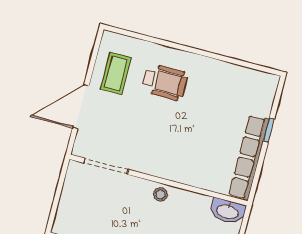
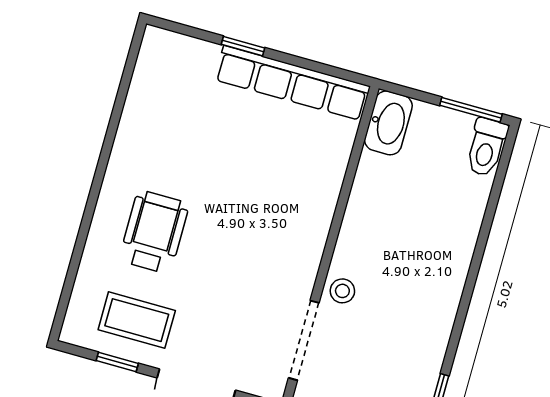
window: (92, 63) -> (117, 362), added
stool: (161, 194) -> (342, 291), moved

